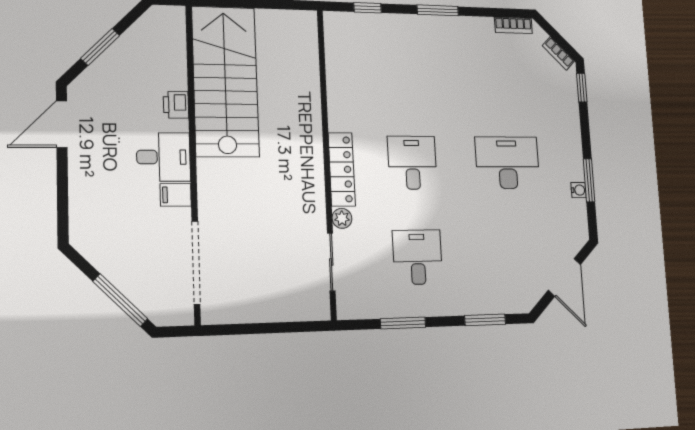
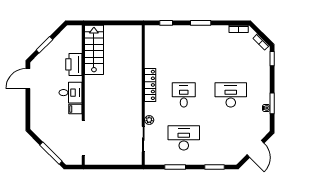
stairs: (225, 81) -> (94, 50), width x0.73, depth x0.66
printer: (176, 105) -> (74, 64), width x1.87, depth x1.48
locker: (342, 169) -> (150, 85), moved
desk: (418, 257) -> (184, 138), width x1.37

